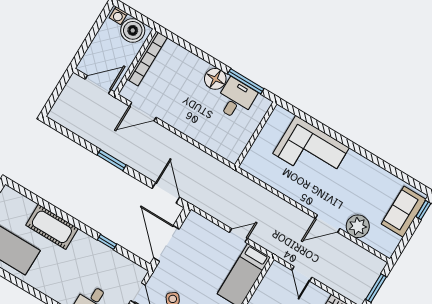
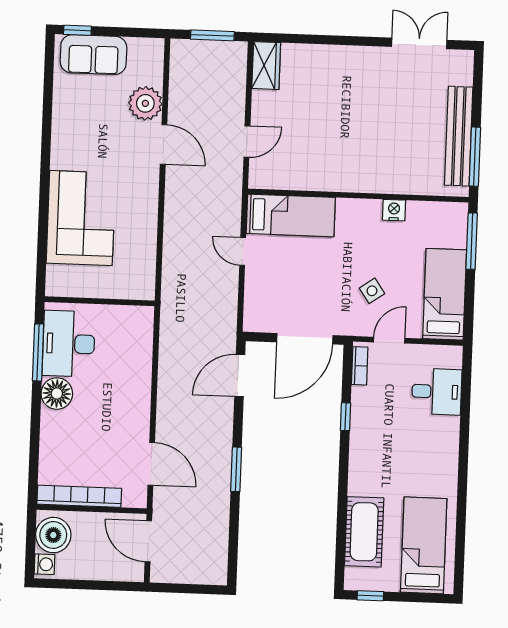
desk: (236, 99) -> (69, 344), width x1.37
cot: (52, 227) -> (364, 532), moved
bookcase: (132, 267) -> (360, 366), added

